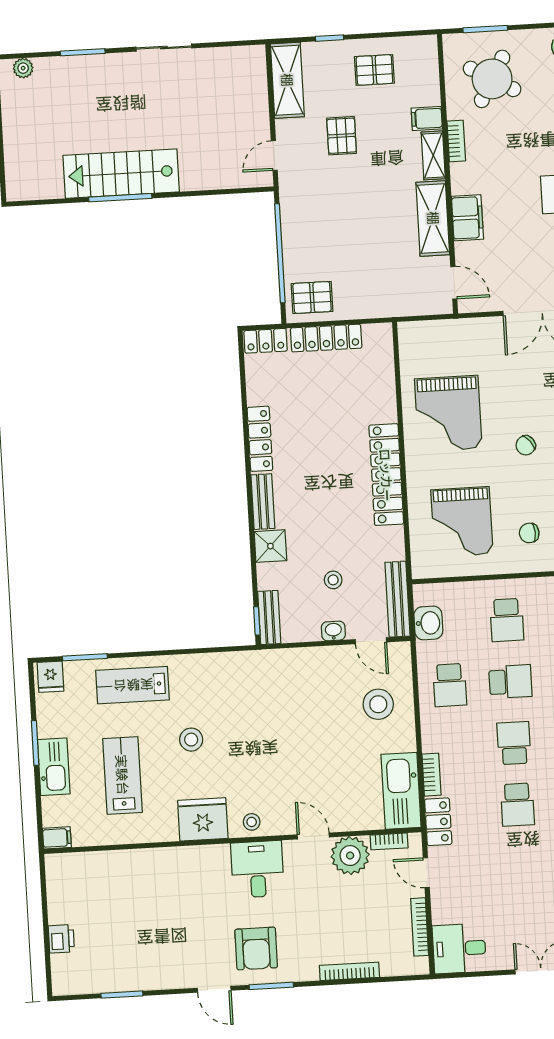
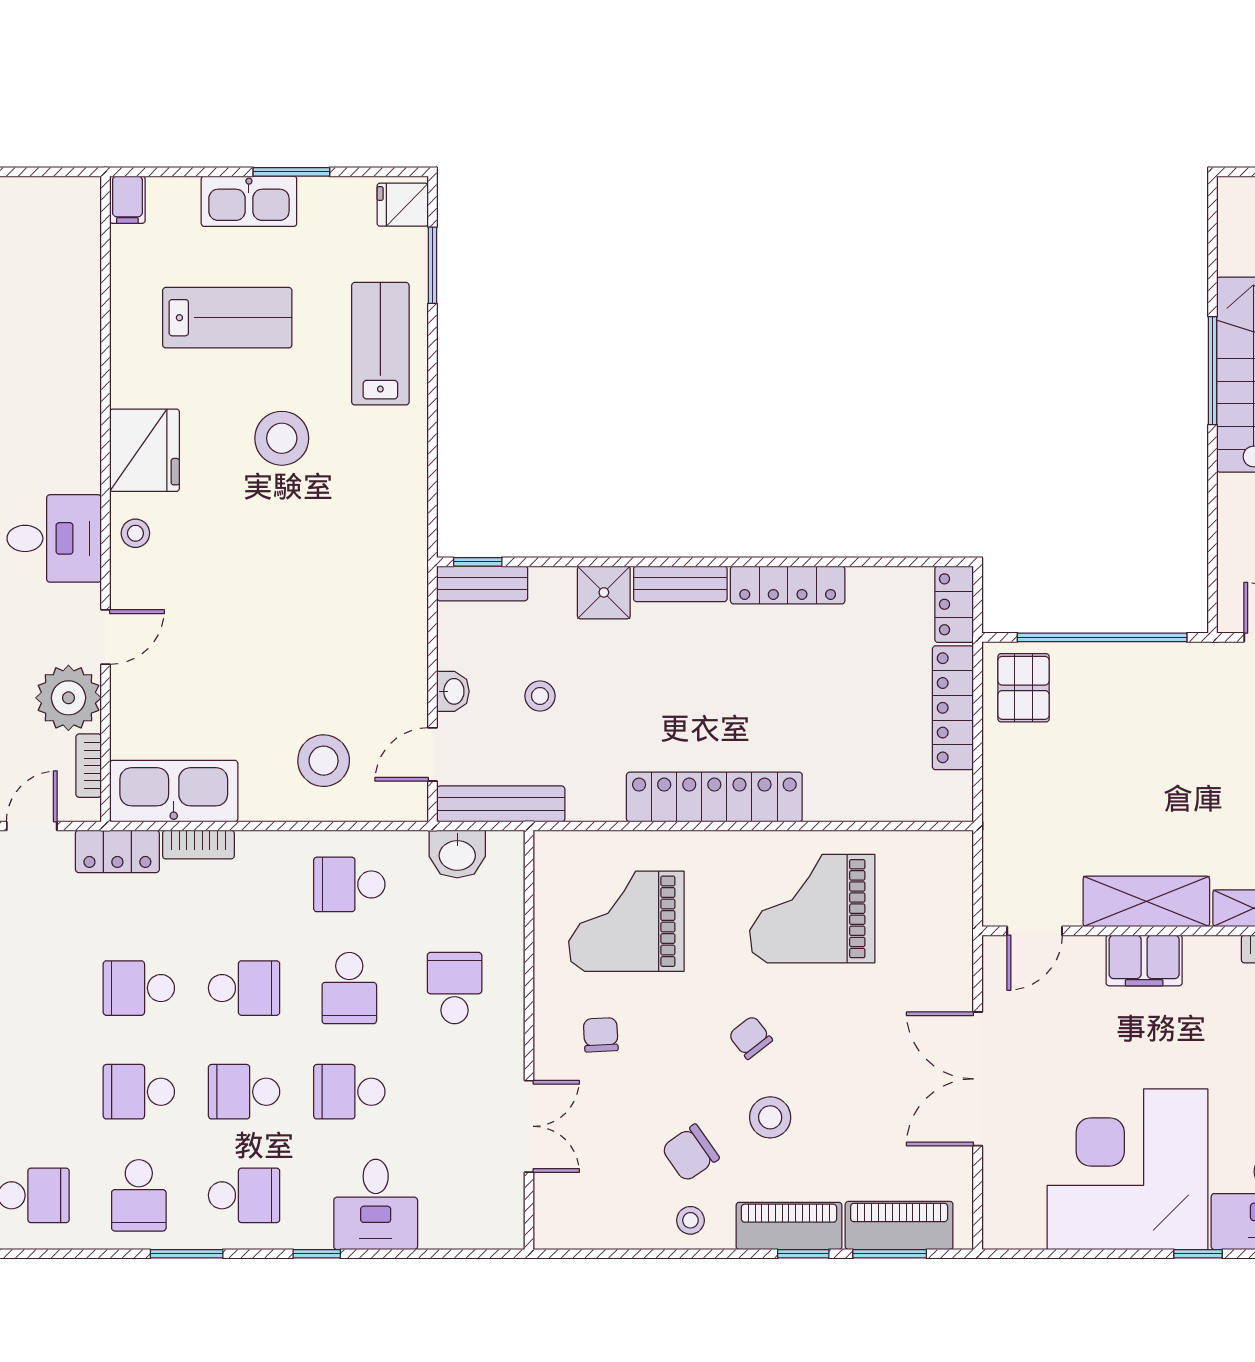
school desk: (507, 620) -> (455, 988), turned 90
stool: (191, 740) -> (282, 438), width x1.38, depth x1.38

